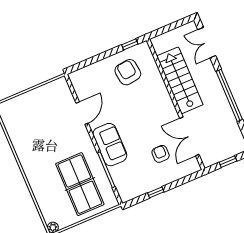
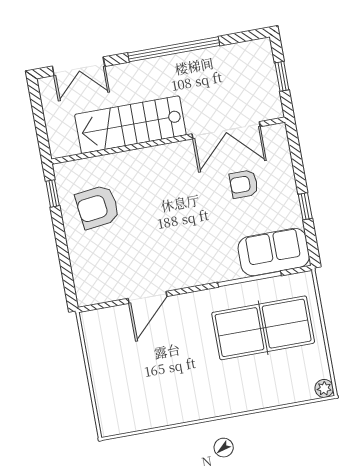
door: (82, 113) -> (148, 297), swing flipped
sofa: (110, 145) -> (274, 252), moved

